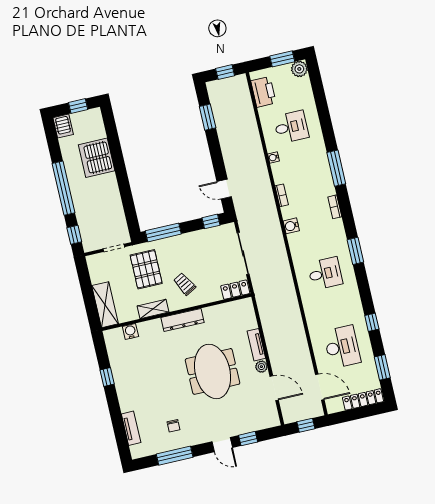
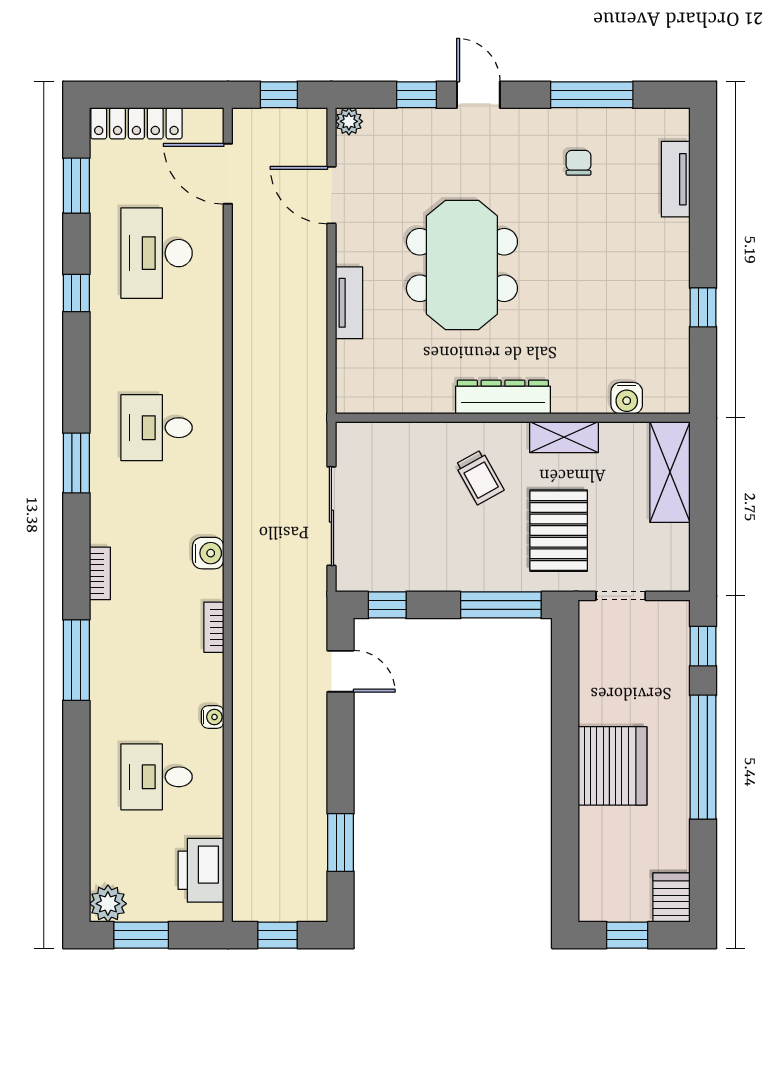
server rack: (97, 158) -> (612, 766), moved
locker: (235, 290) -> (368, 438), removed
plant: (261, 367) -> (349, 121), moved

